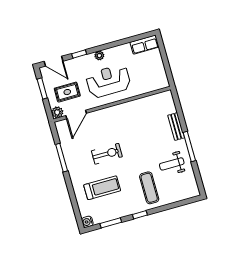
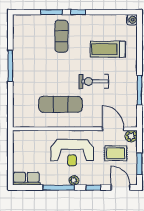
window: (112, 45) -> (59, 188), added
door: (76, 114) -> (113, 129), hinge flipped
exercise mat: (132, 124) -> (60, 104), added
bench: (176, 127) -> (18, 89), removed
weight bench: (172, 164) -> (33, 53), removed
window: (111, 223) -> (51, 12), moved

